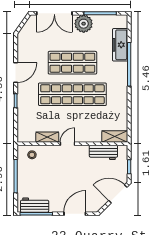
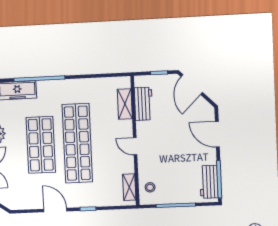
shelving: (115, 136) -> (125, 104), moved
shelving: (47, 137) -> (129, 187), moved

